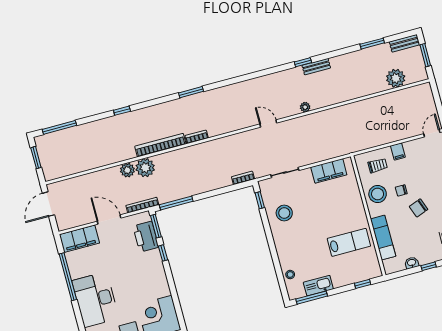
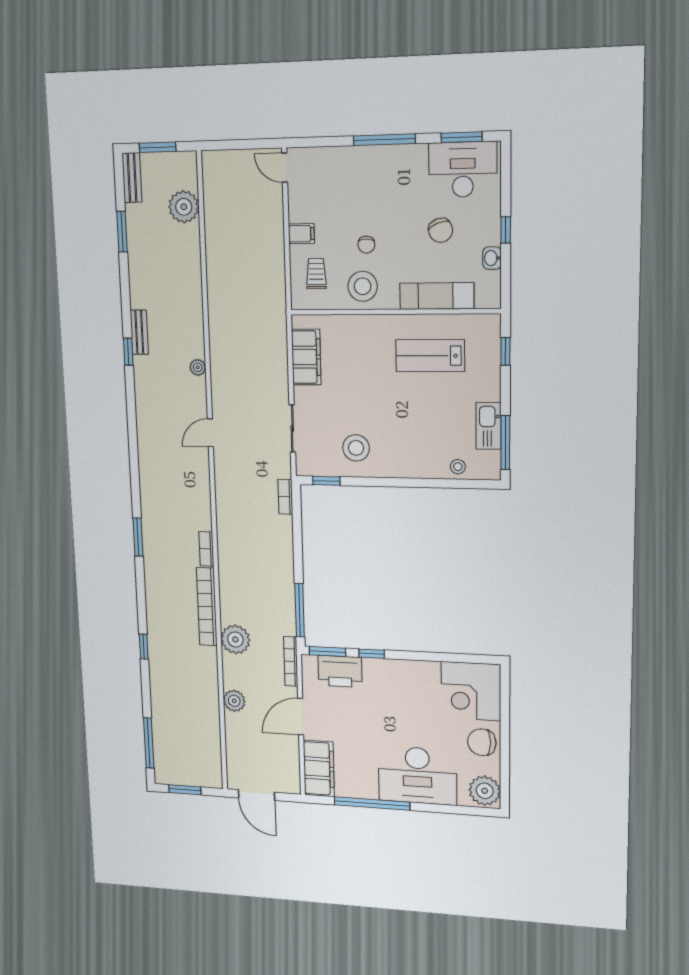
plant: (127, 170) -> (234, 701), moved
chair: (419, 208) -> (441, 230), moved
lab bench: (349, 242) -> (430, 356), turned -90

